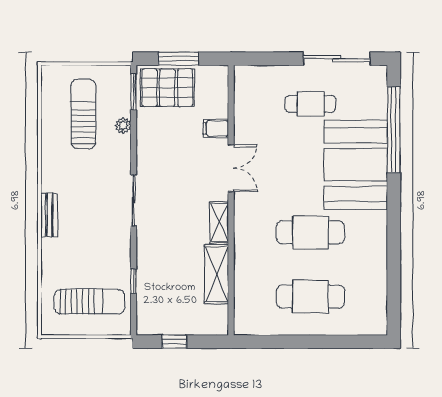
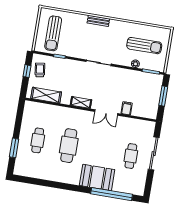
sliding door: (337, 59) -> (154, 154), moved
pallet: (167, 88) -> (150, 88), removed
booth: (356, 165) -> (97, 178), width x0.73, depth x0.70
shelving: (217, 274) -> (46, 95), moved
cafe table: (310, 297) -> (38, 140), width x0.73, depth x0.74
trolley: (168, 316) -> (40, 70), added
window: (334, 342) -> (14, 148), added

